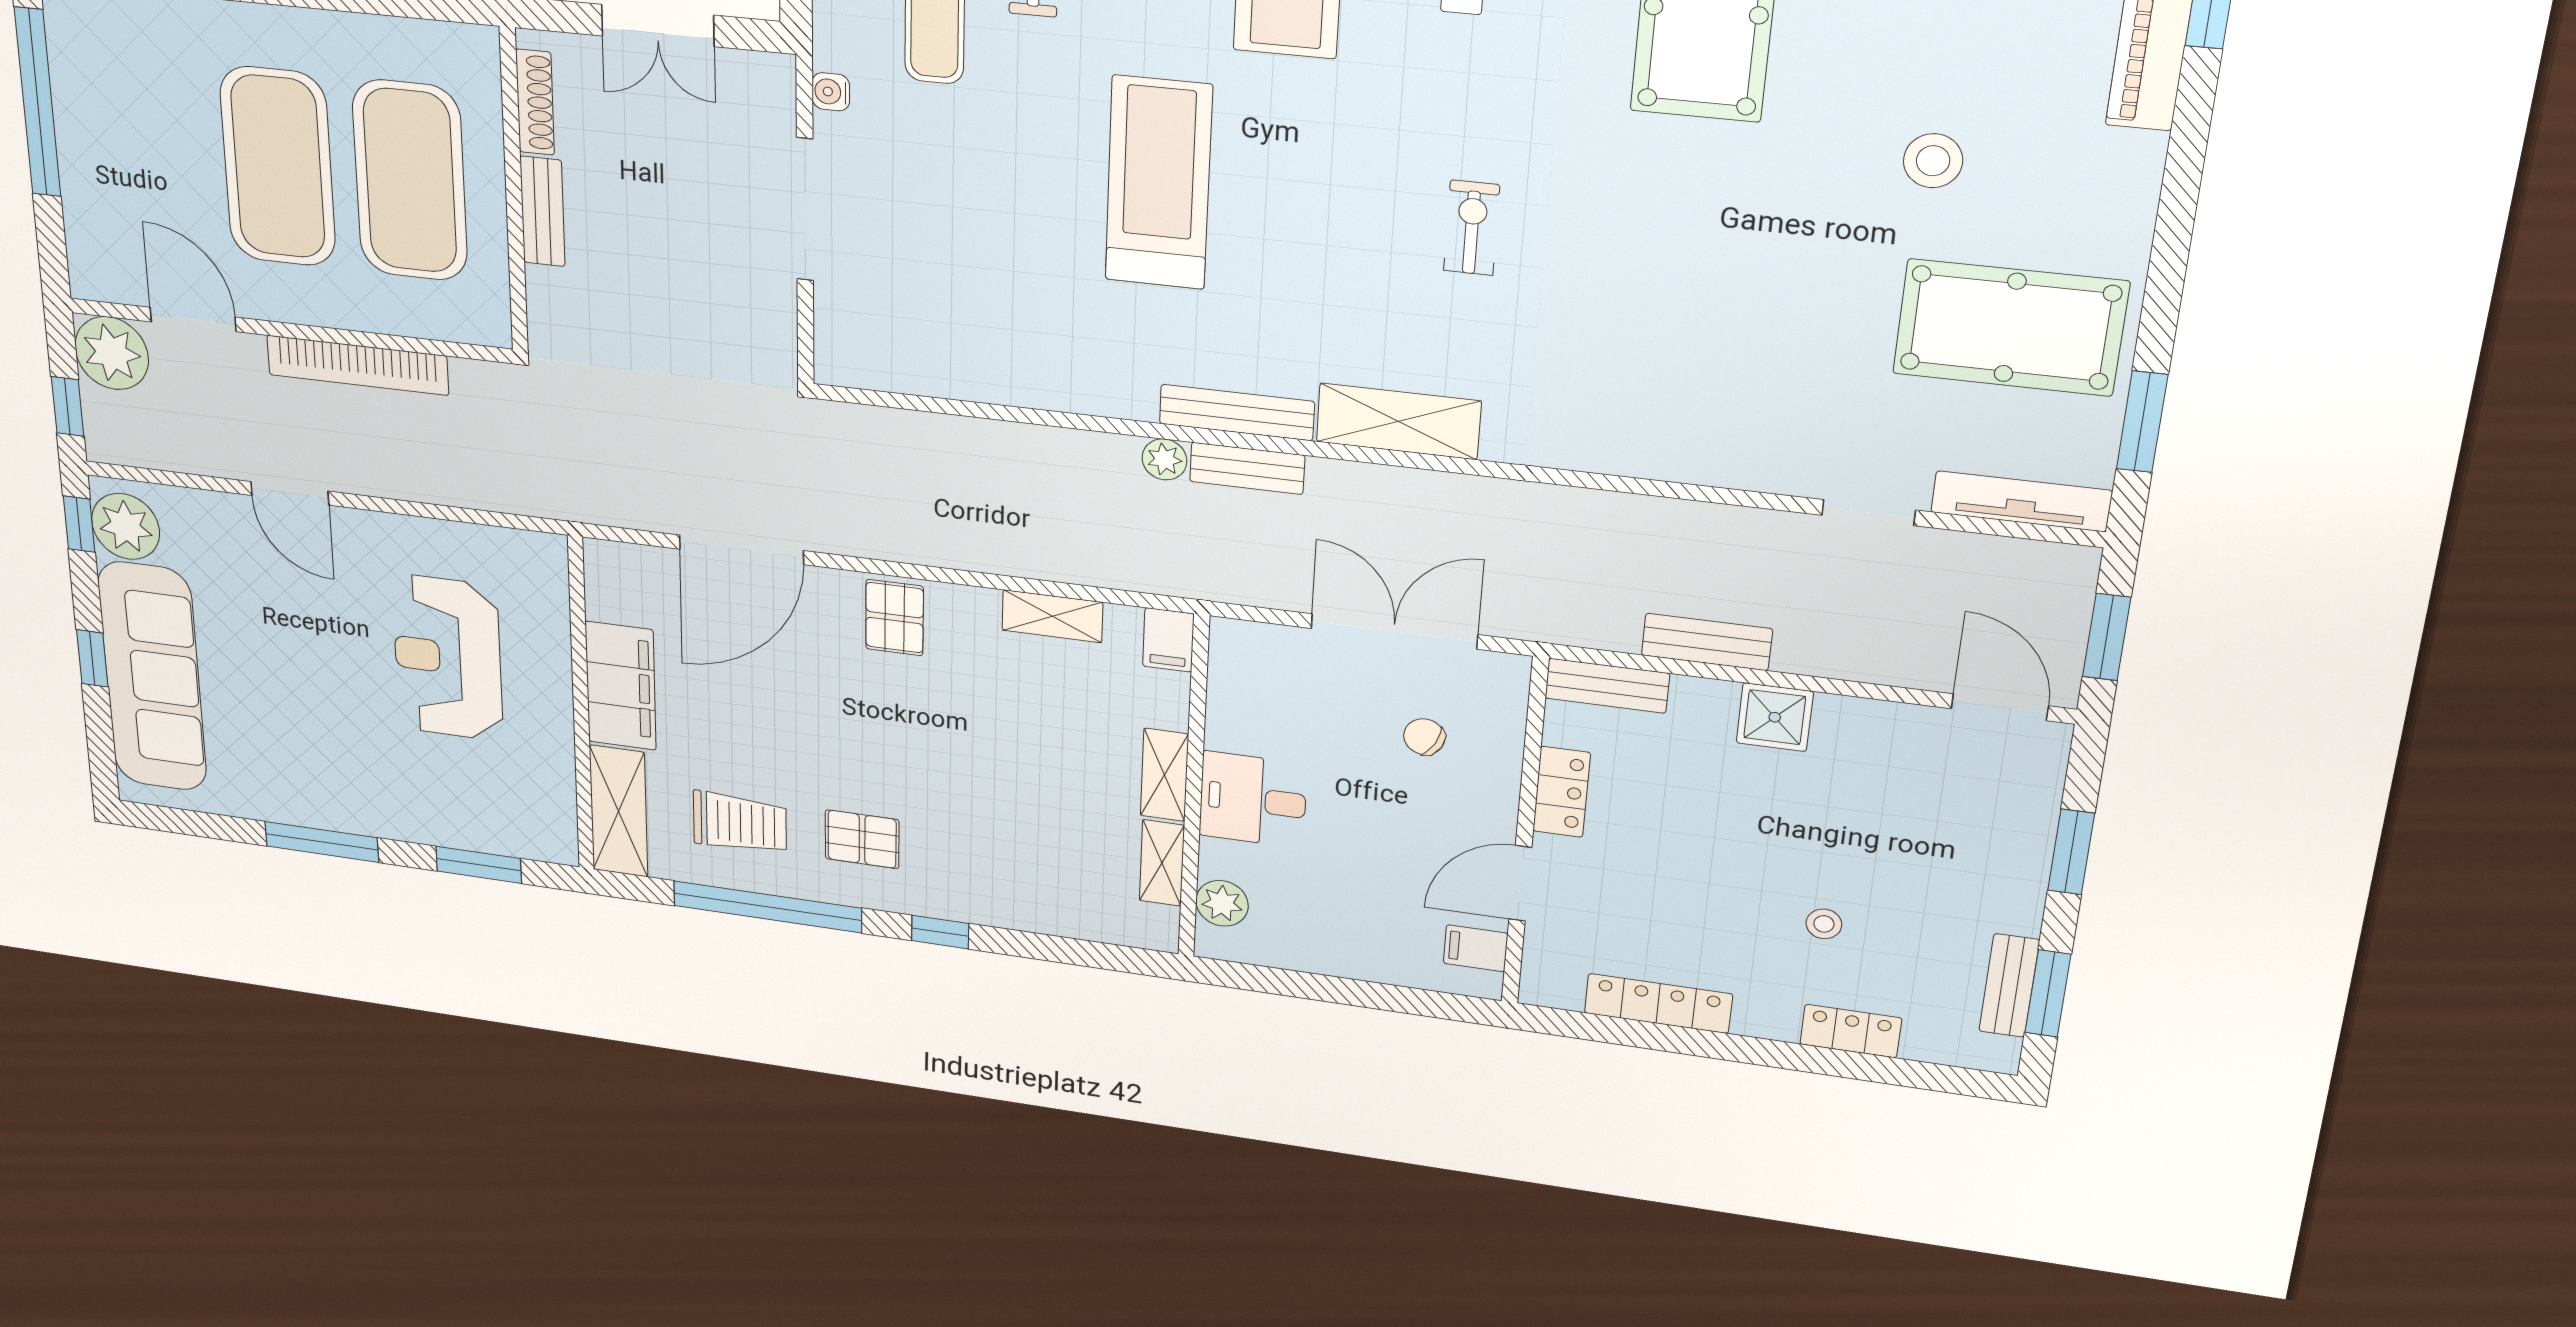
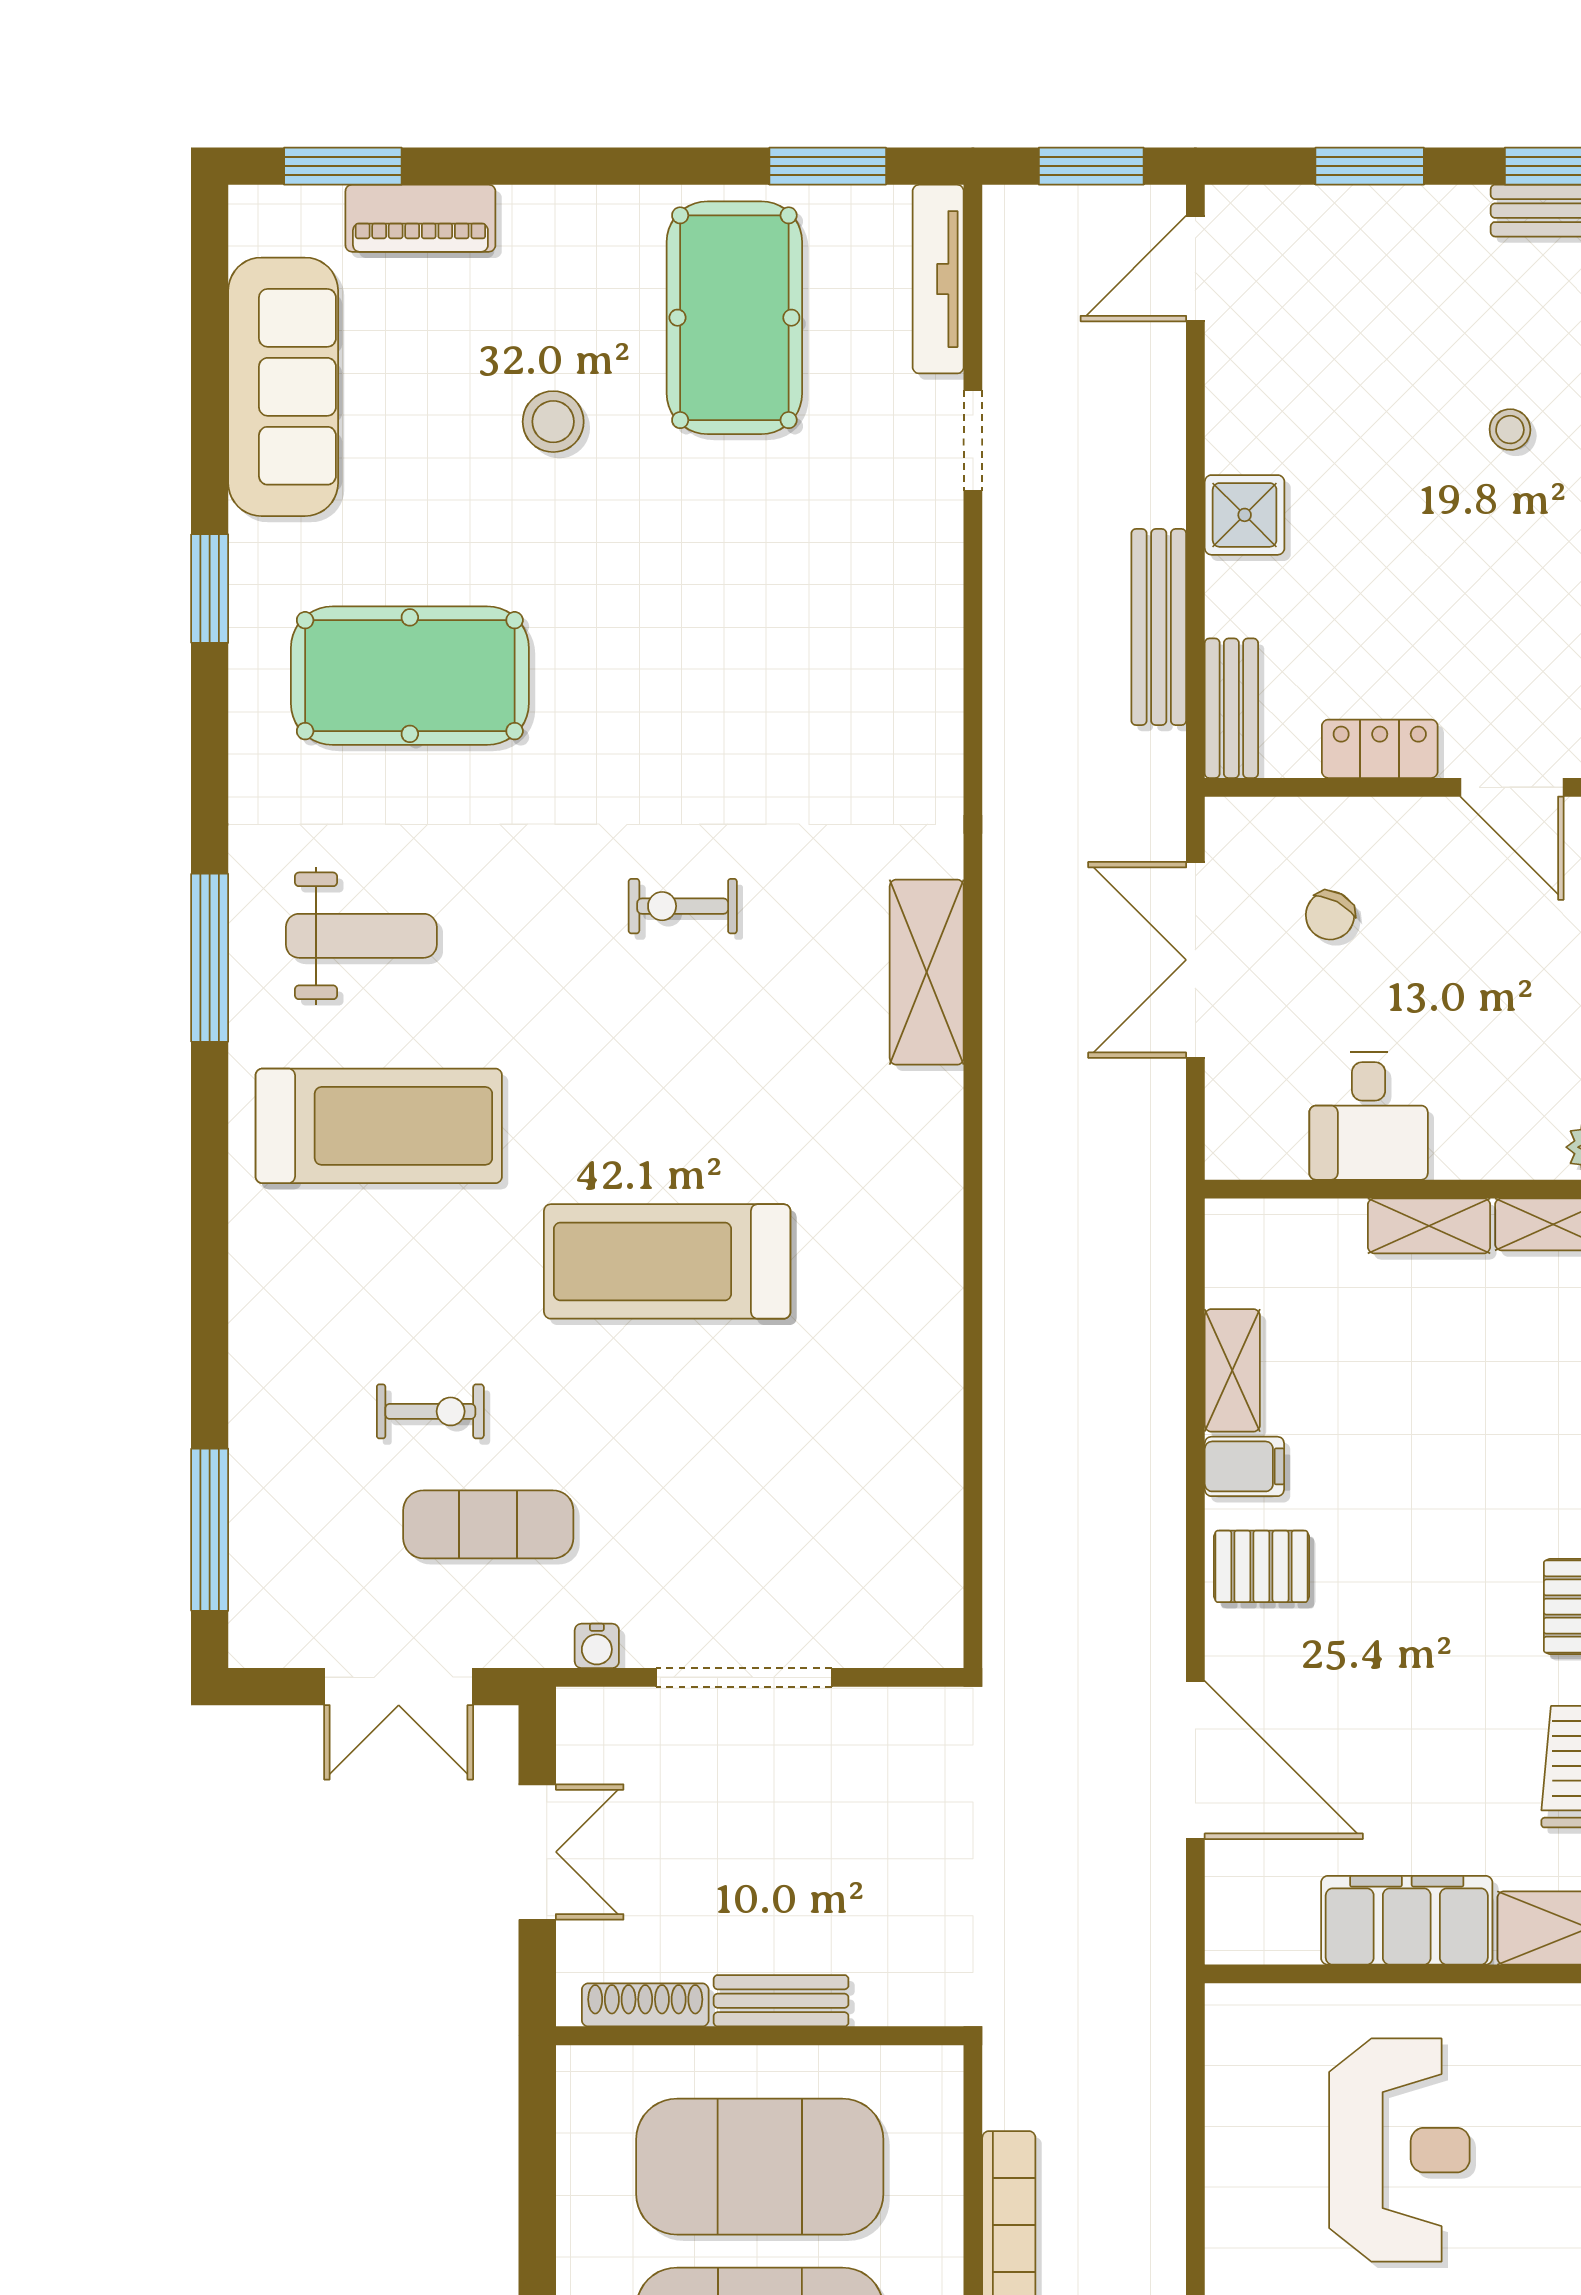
bench: (1237, 413) -> (939, 1159), removed
plant: (1164, 459) -> (1009, 1242), removed
bench: (1247, 468) -> (1008, 1144), removed
filing cabinet: (1168, 640) -> (1244, 1466), moved
bench: (1707, 642) -> (1159, 627), width x1.36
reception desk: (448, 658) -> (1399, 2150), turned -90
desk: (1253, 800) -> (1369, 1116), moved

